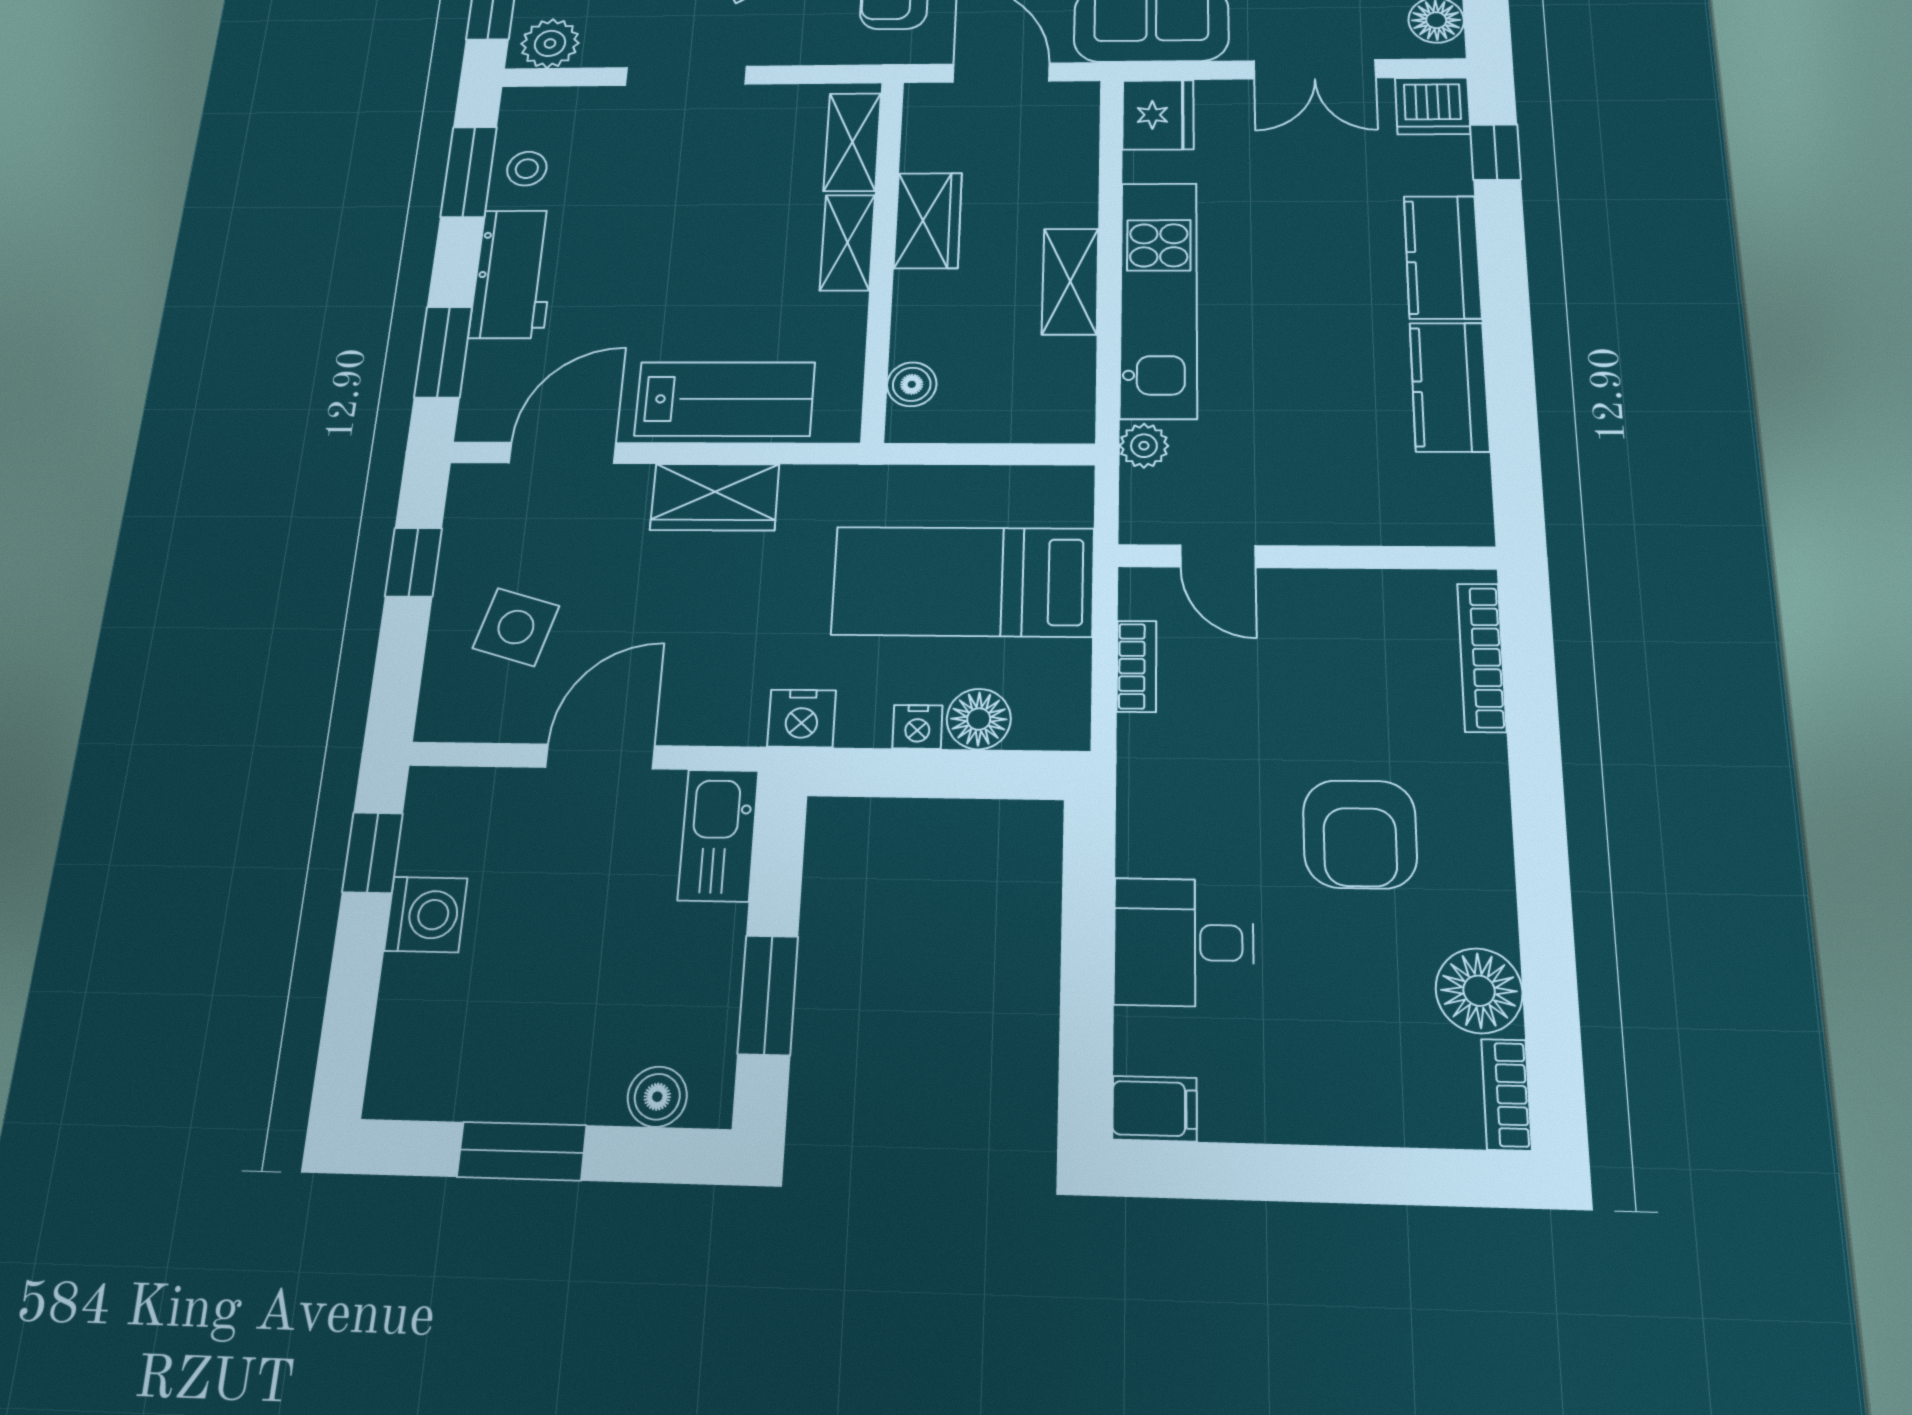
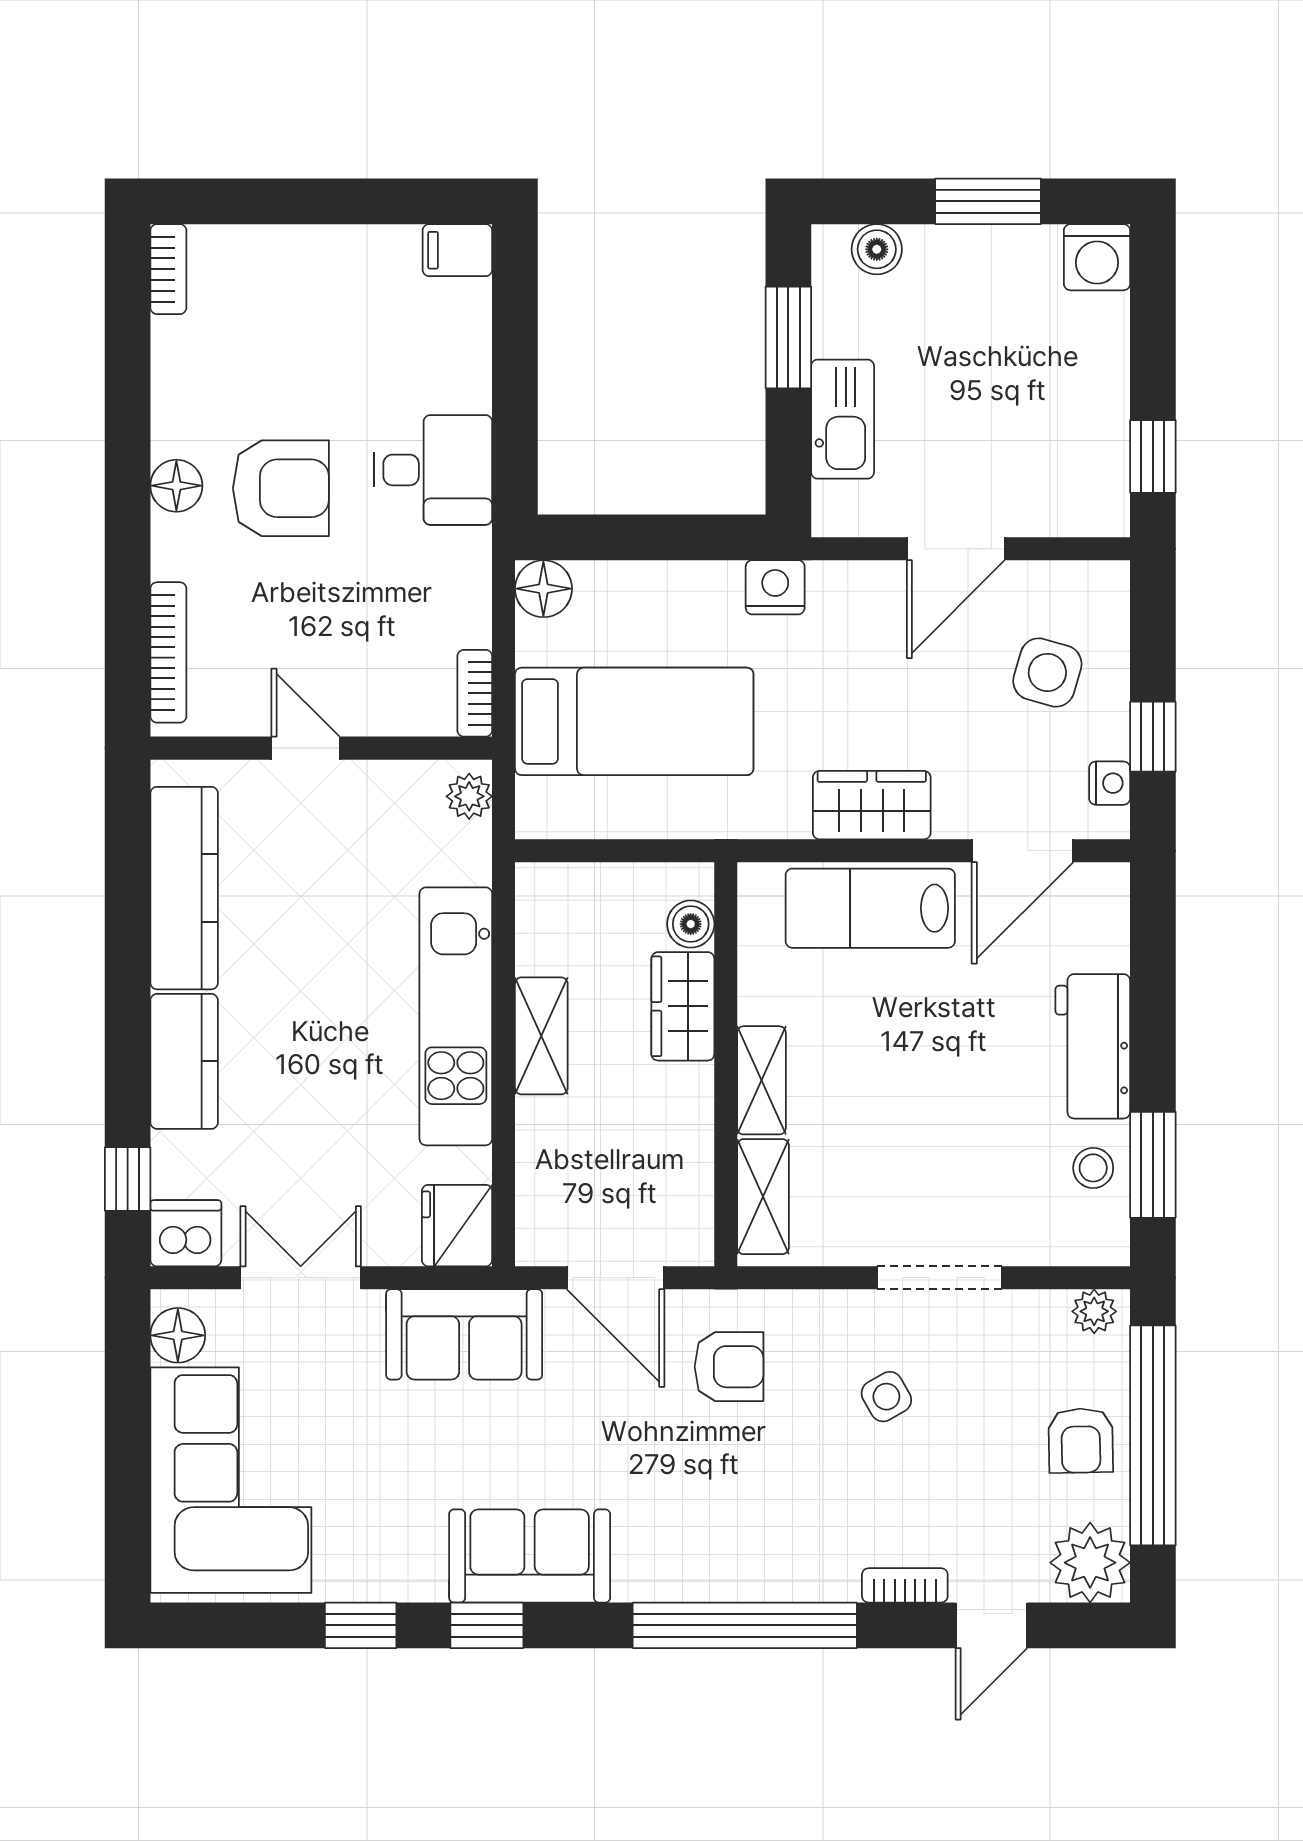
plant: (550, 43) -> (1094, 1311), width x0.73, depth x0.73
wardrobe: (928, 221) -> (683, 1006), moved
window: (443, 352) -> (1153, 959), removed
kitchen counter: (1449, 387) -> (184, 888), width x1.50
plant: (1144, 446) -> (469, 796), moved
door: (1218, 556) -> (305, 748), moved
bookcase: (1137, 666) -> (475, 693), moved
floor lamp: (979, 719) -> (543, 589), moved
nightstand: (917, 727) -> (1110, 783), moved, turned 90
armchair: (1360, 834) -> (281, 488), turned 90
kitchen sink: (718, 835) -> (843, 419), moved
washing machine: (426, 914) -> (1097, 257), moved, turned -90
desk: (1184, 942) -> (433, 470), moved
floor lamp: (1479, 991) -> (176, 486), moved, width x0.73, depth x0.73

